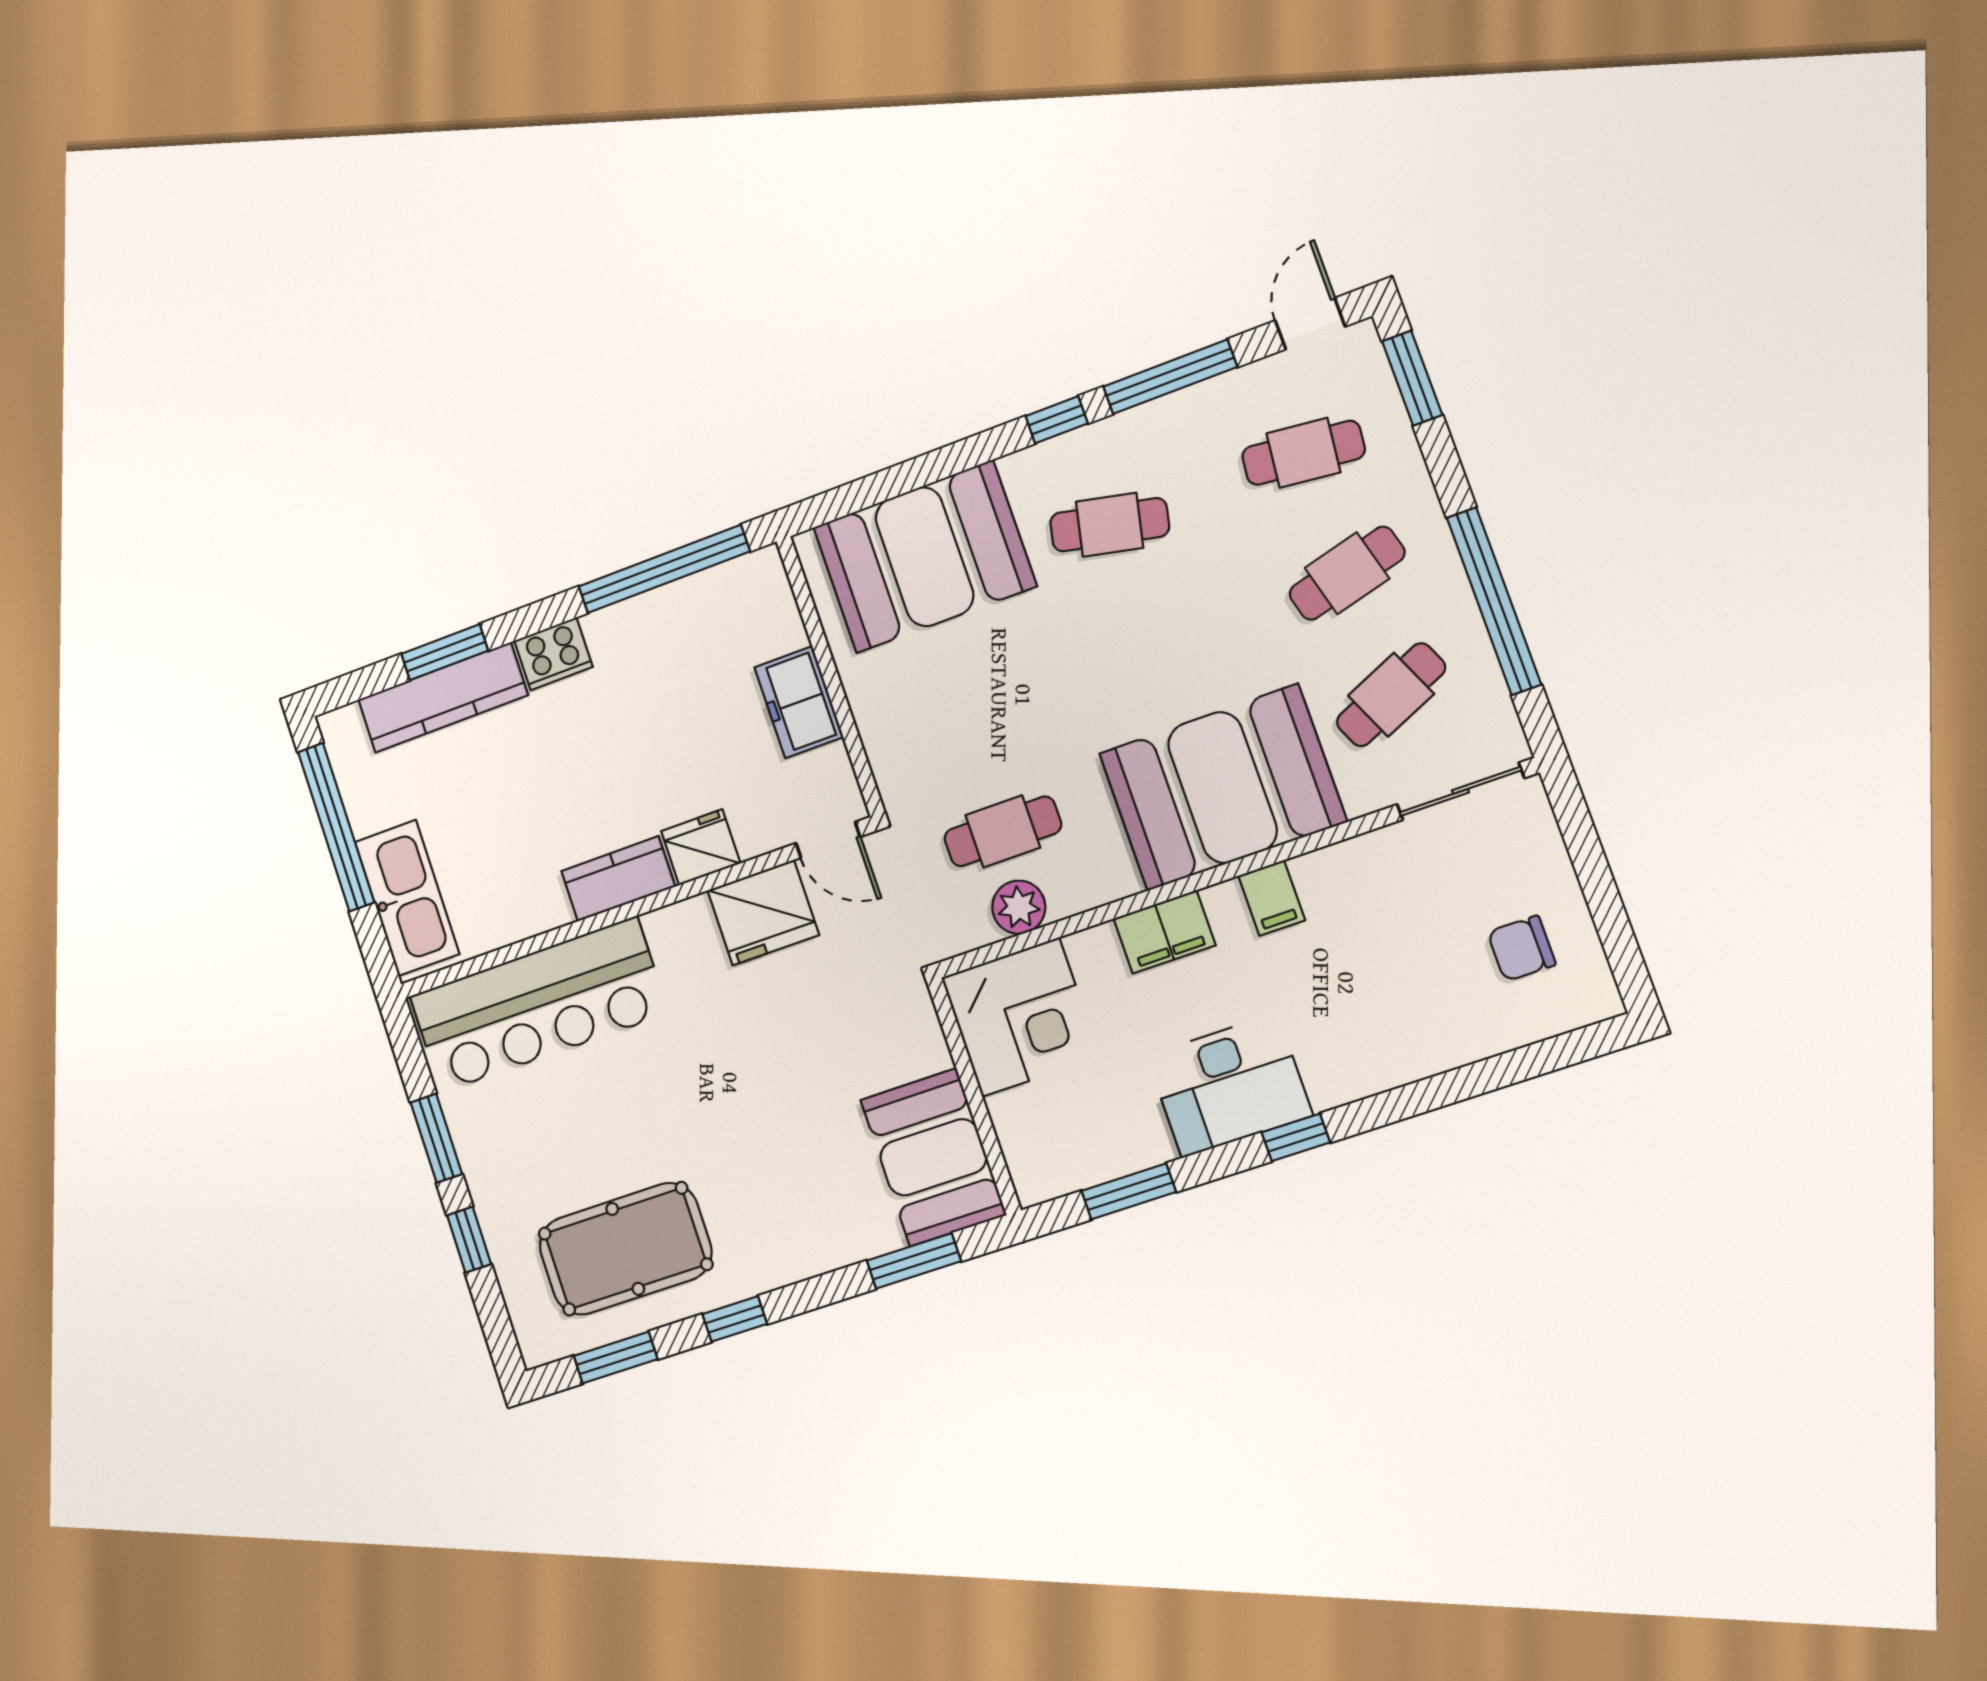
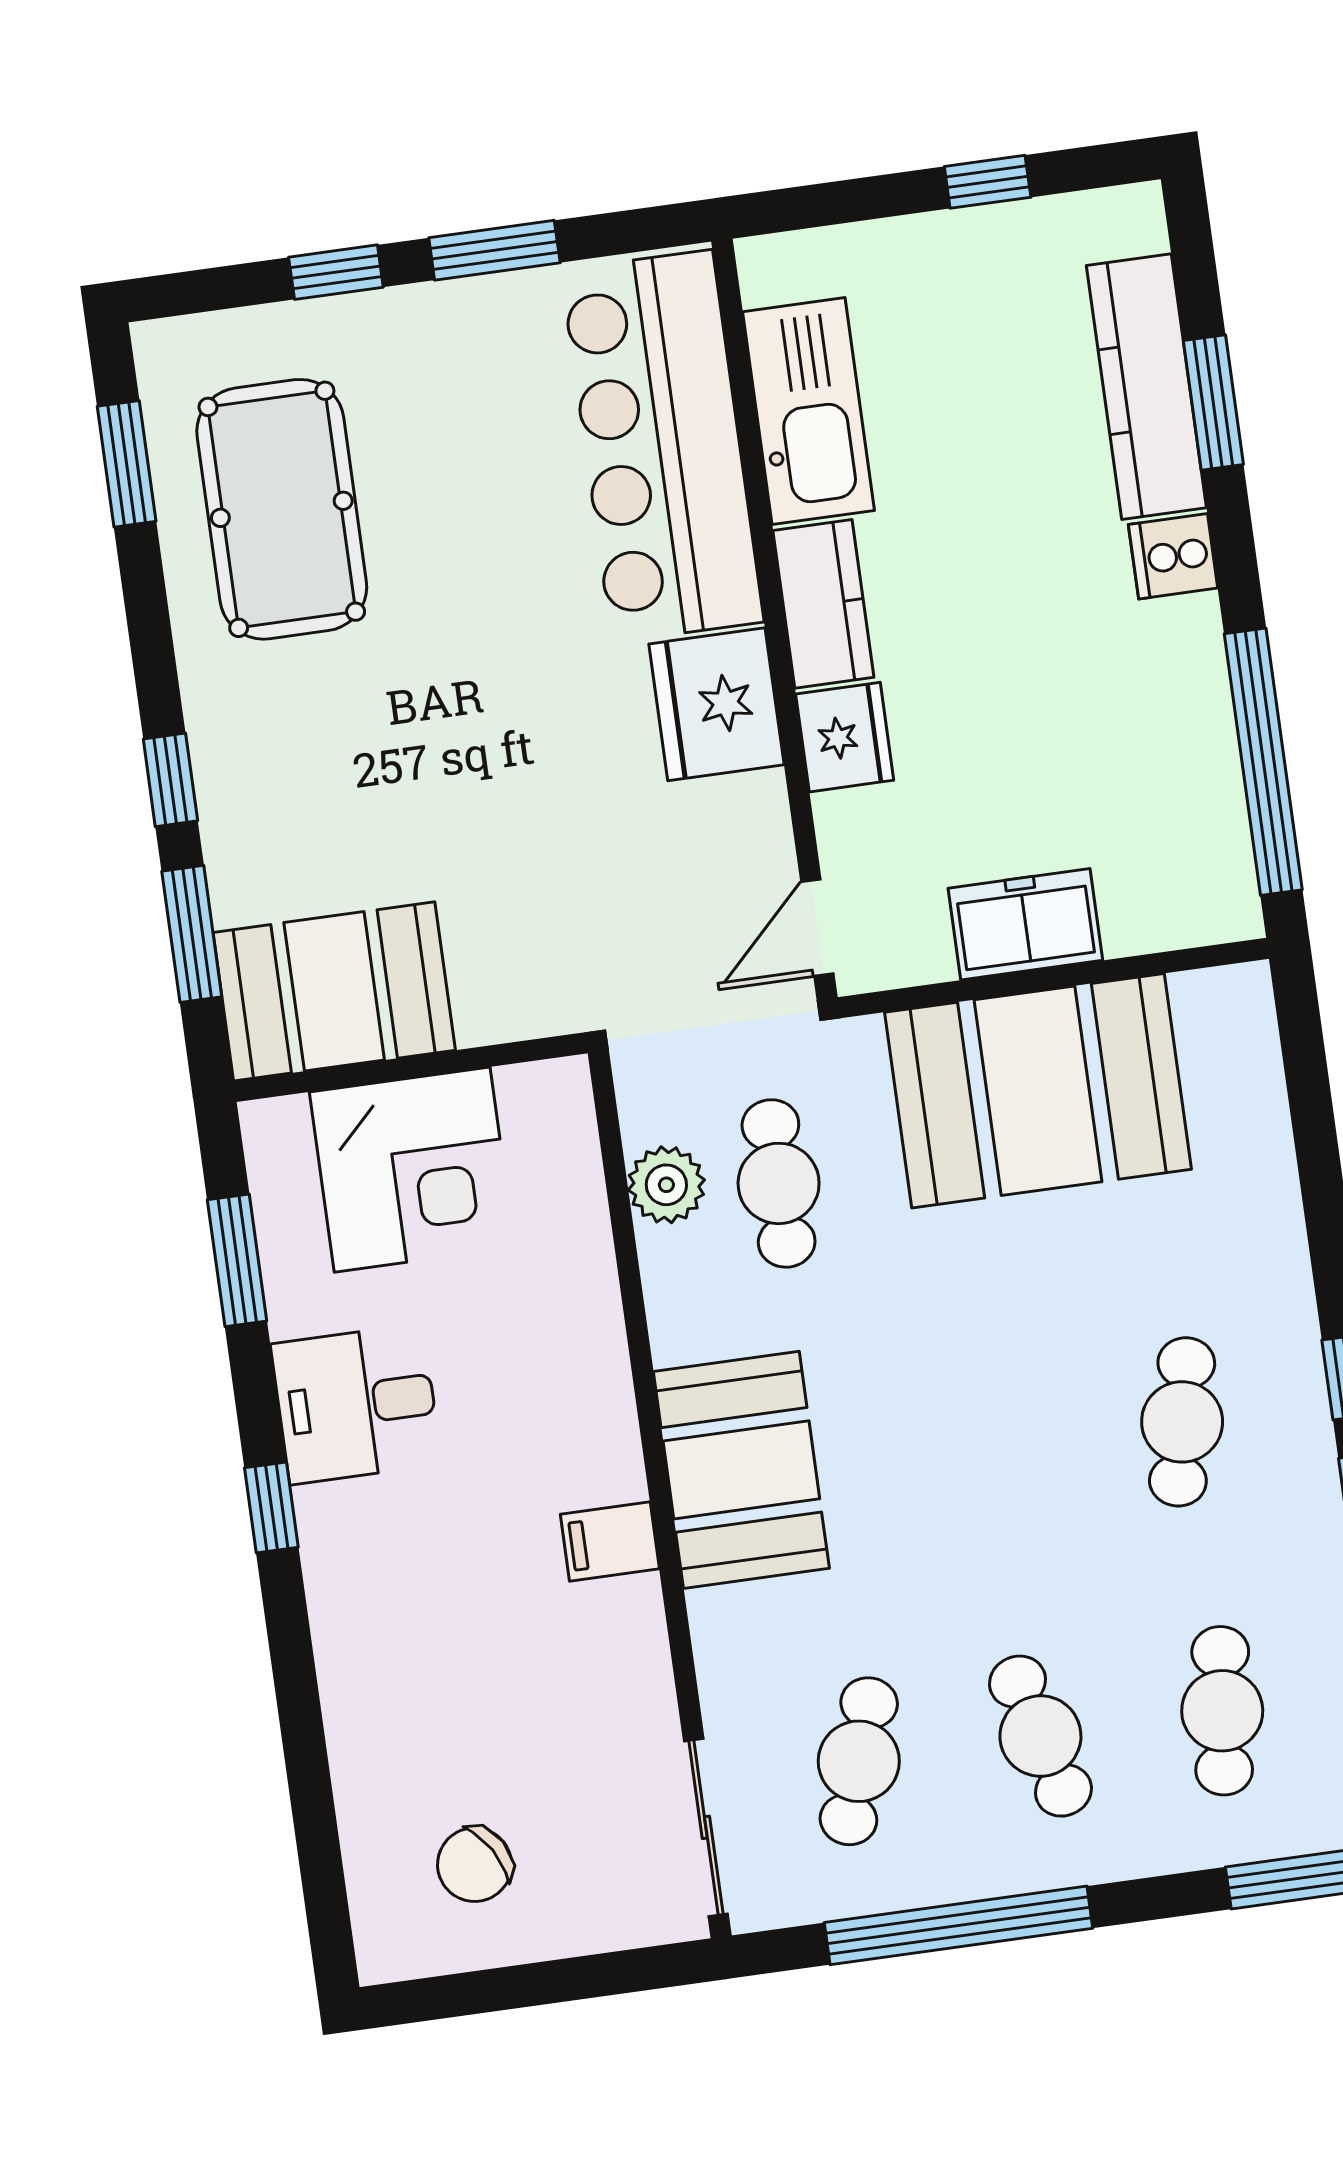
booth: (924, 557) -> (1038, 1091), moved, turned 90
cooker: (553, 654) -> (1173, 556), width x0.73
cafe table: (1391, 695) -> (859, 1761), turned 42
booth: (1222, 788) -> (741, 1470), width x0.73, depth x0.70
window: (336, 827) -> (988, 182), width x0.32
kitchen sink: (407, 898) -> (809, 411), moved, turned -90
fridge: (763, 913) -> (716, 704), moved
filing cabinet: (1164, 932) -> (591, 1383), removed
chair: (1522, 948) -> (475, 1865), turned -121
corner desk: (1020, 1017) -> (412, 1170), moved, turned -90
desk: (1229, 1085) -> (356, 1404), width x0.73
window: (735, 1319) -> (170, 780), moved

